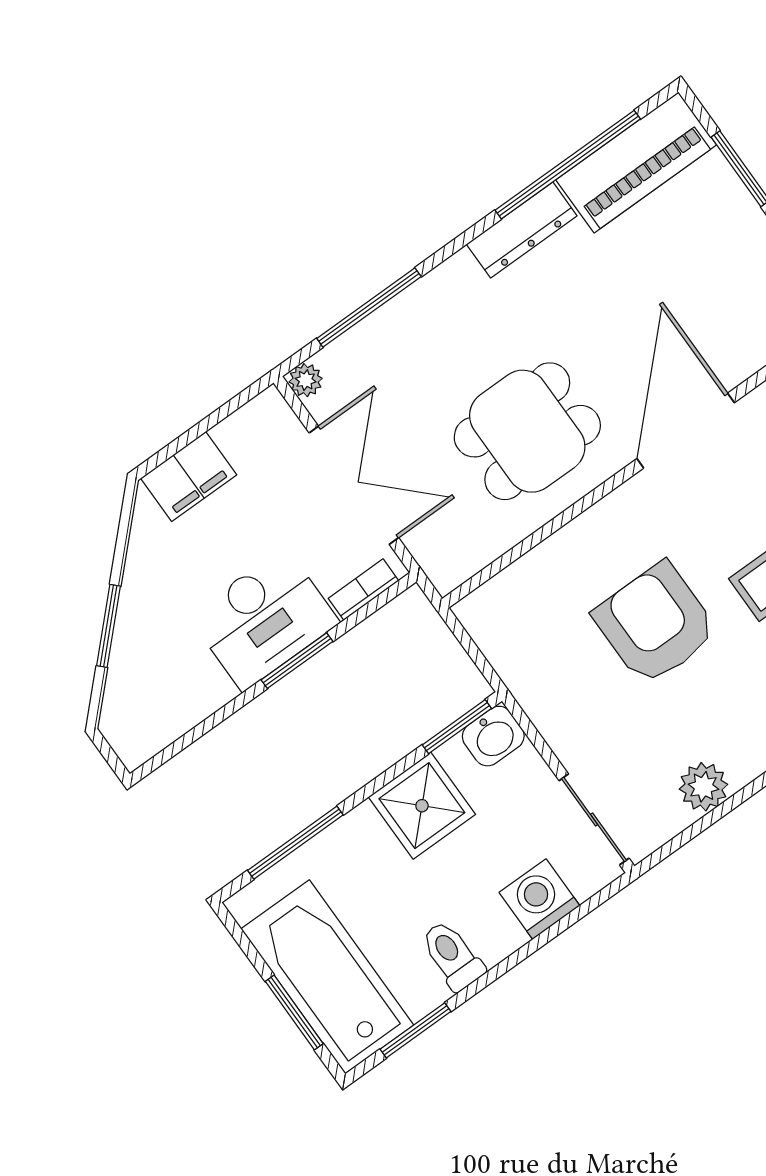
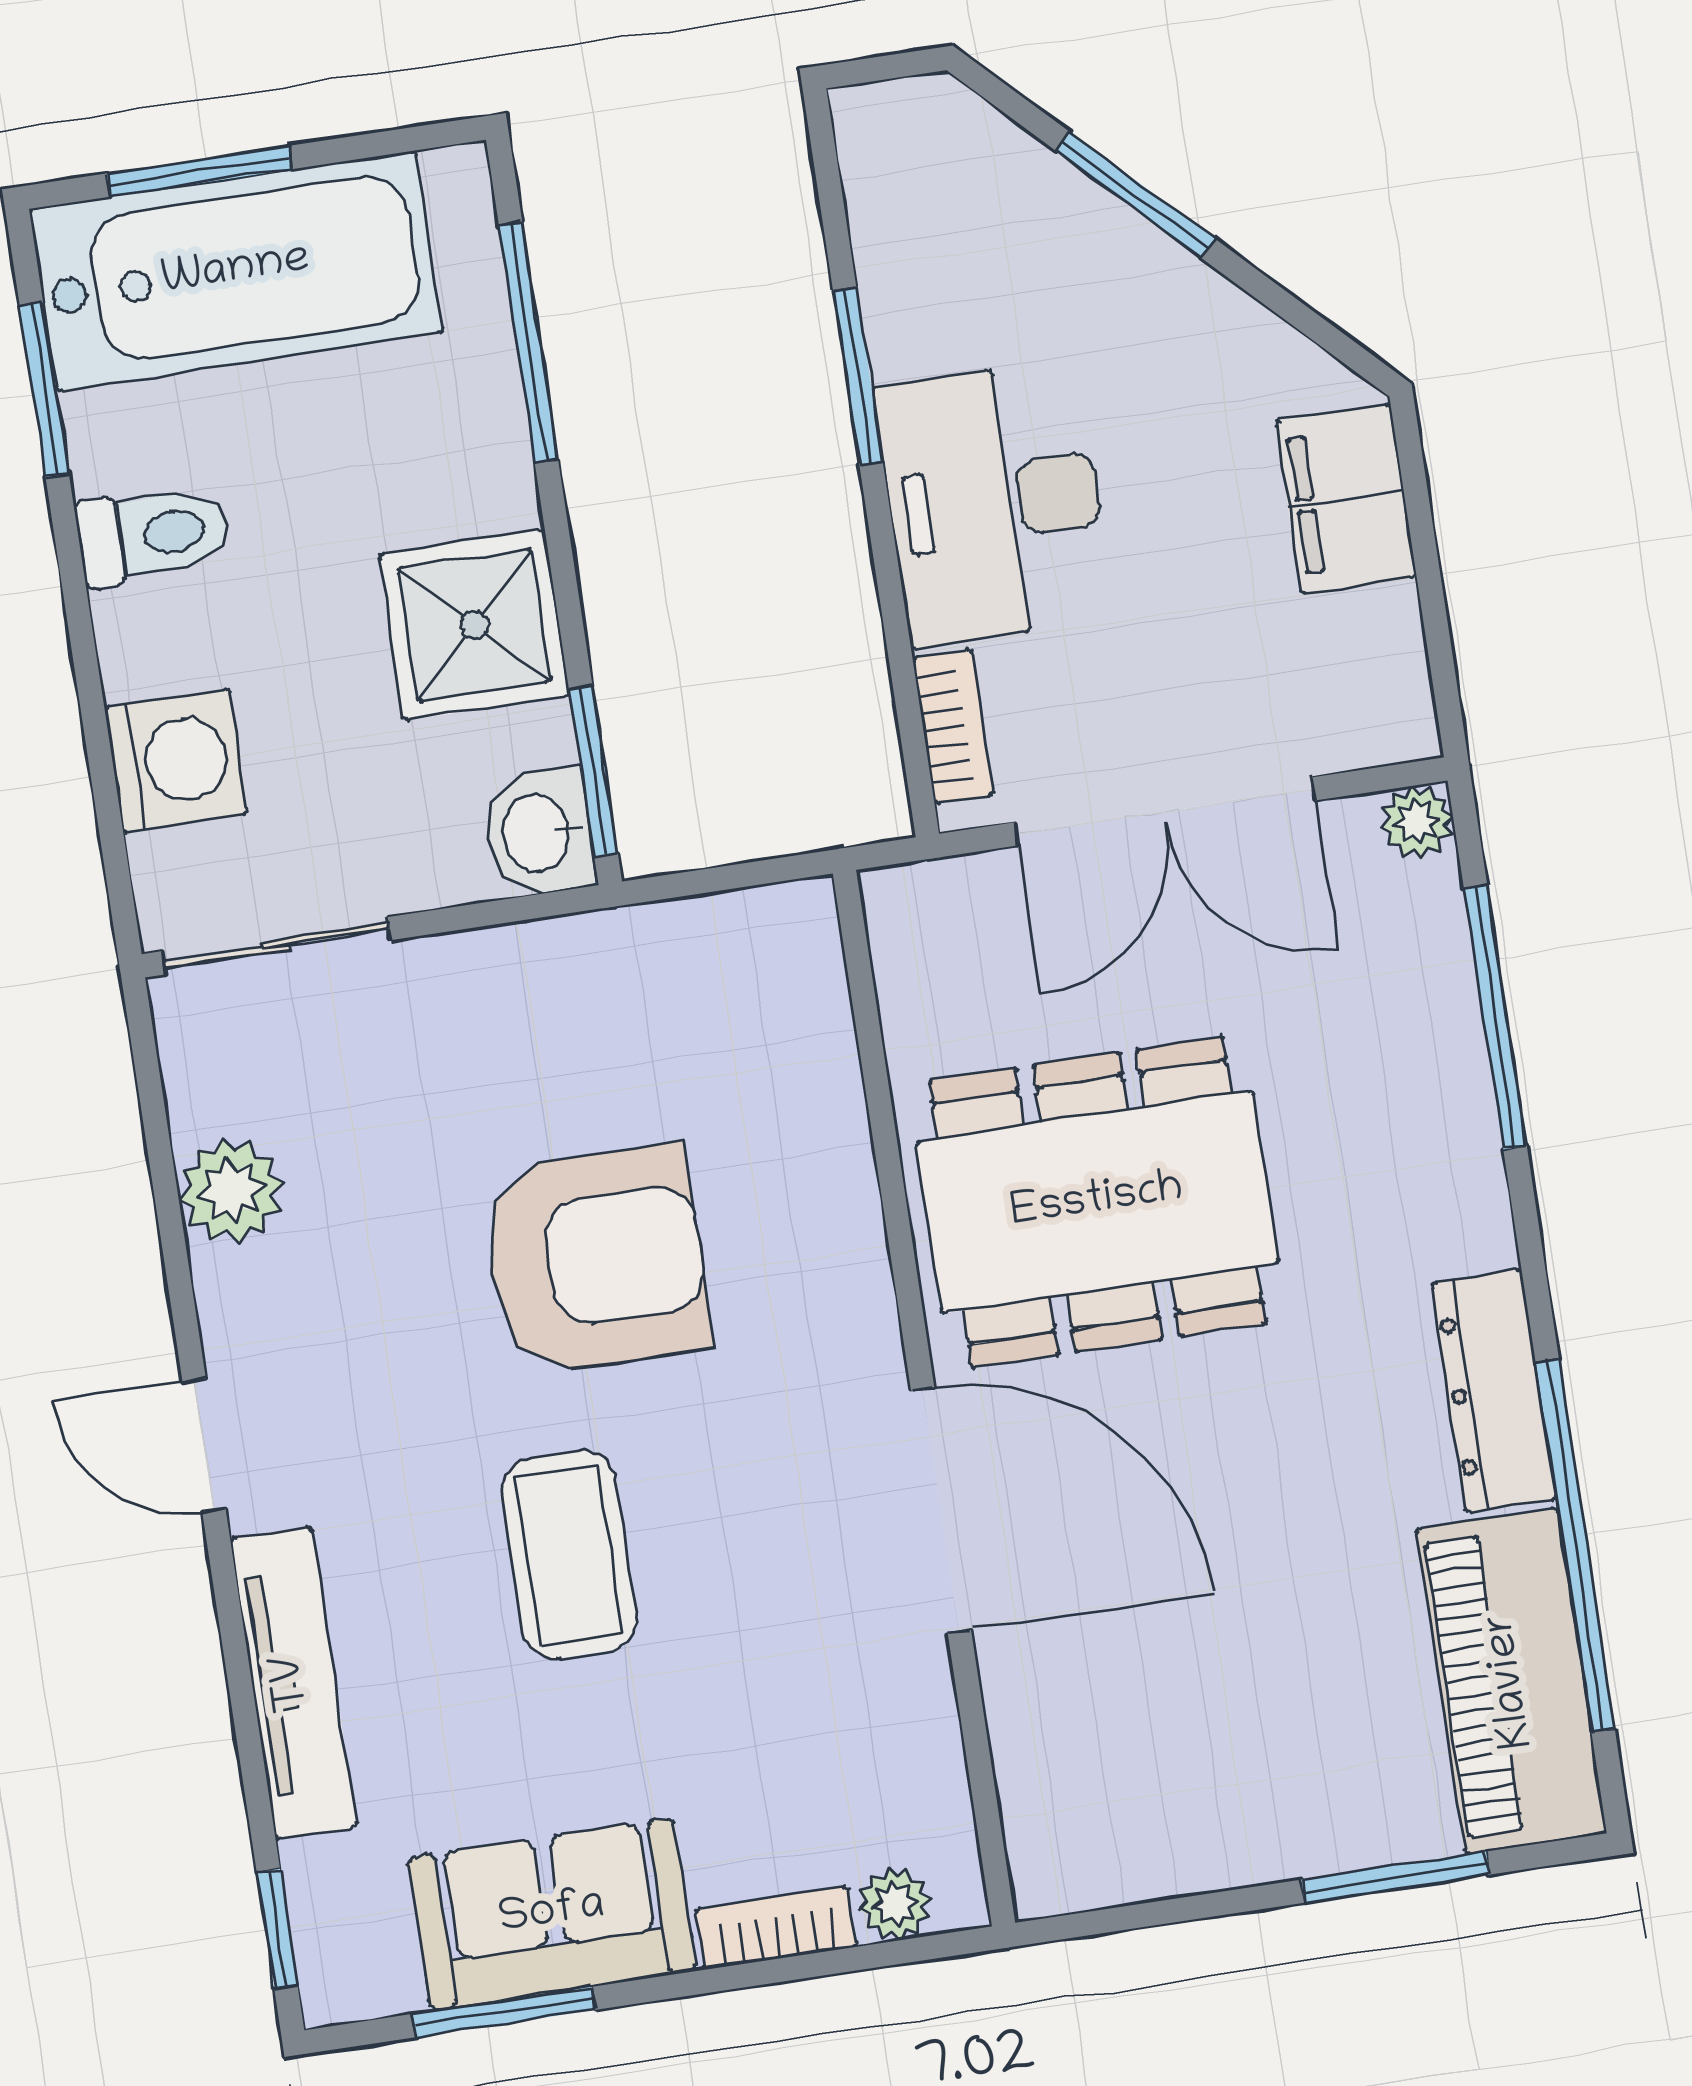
dining table: (527, 431) -> (1097, 1202), width x1.38
window: (297, 661) -> (858, 376), moved

